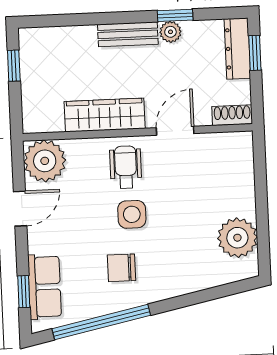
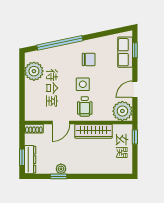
bench: (128, 34) -> (81, 168), removed
window: (14, 66) -> (135, 137), moved
window: (101, 322) -> (60, 43), moved

